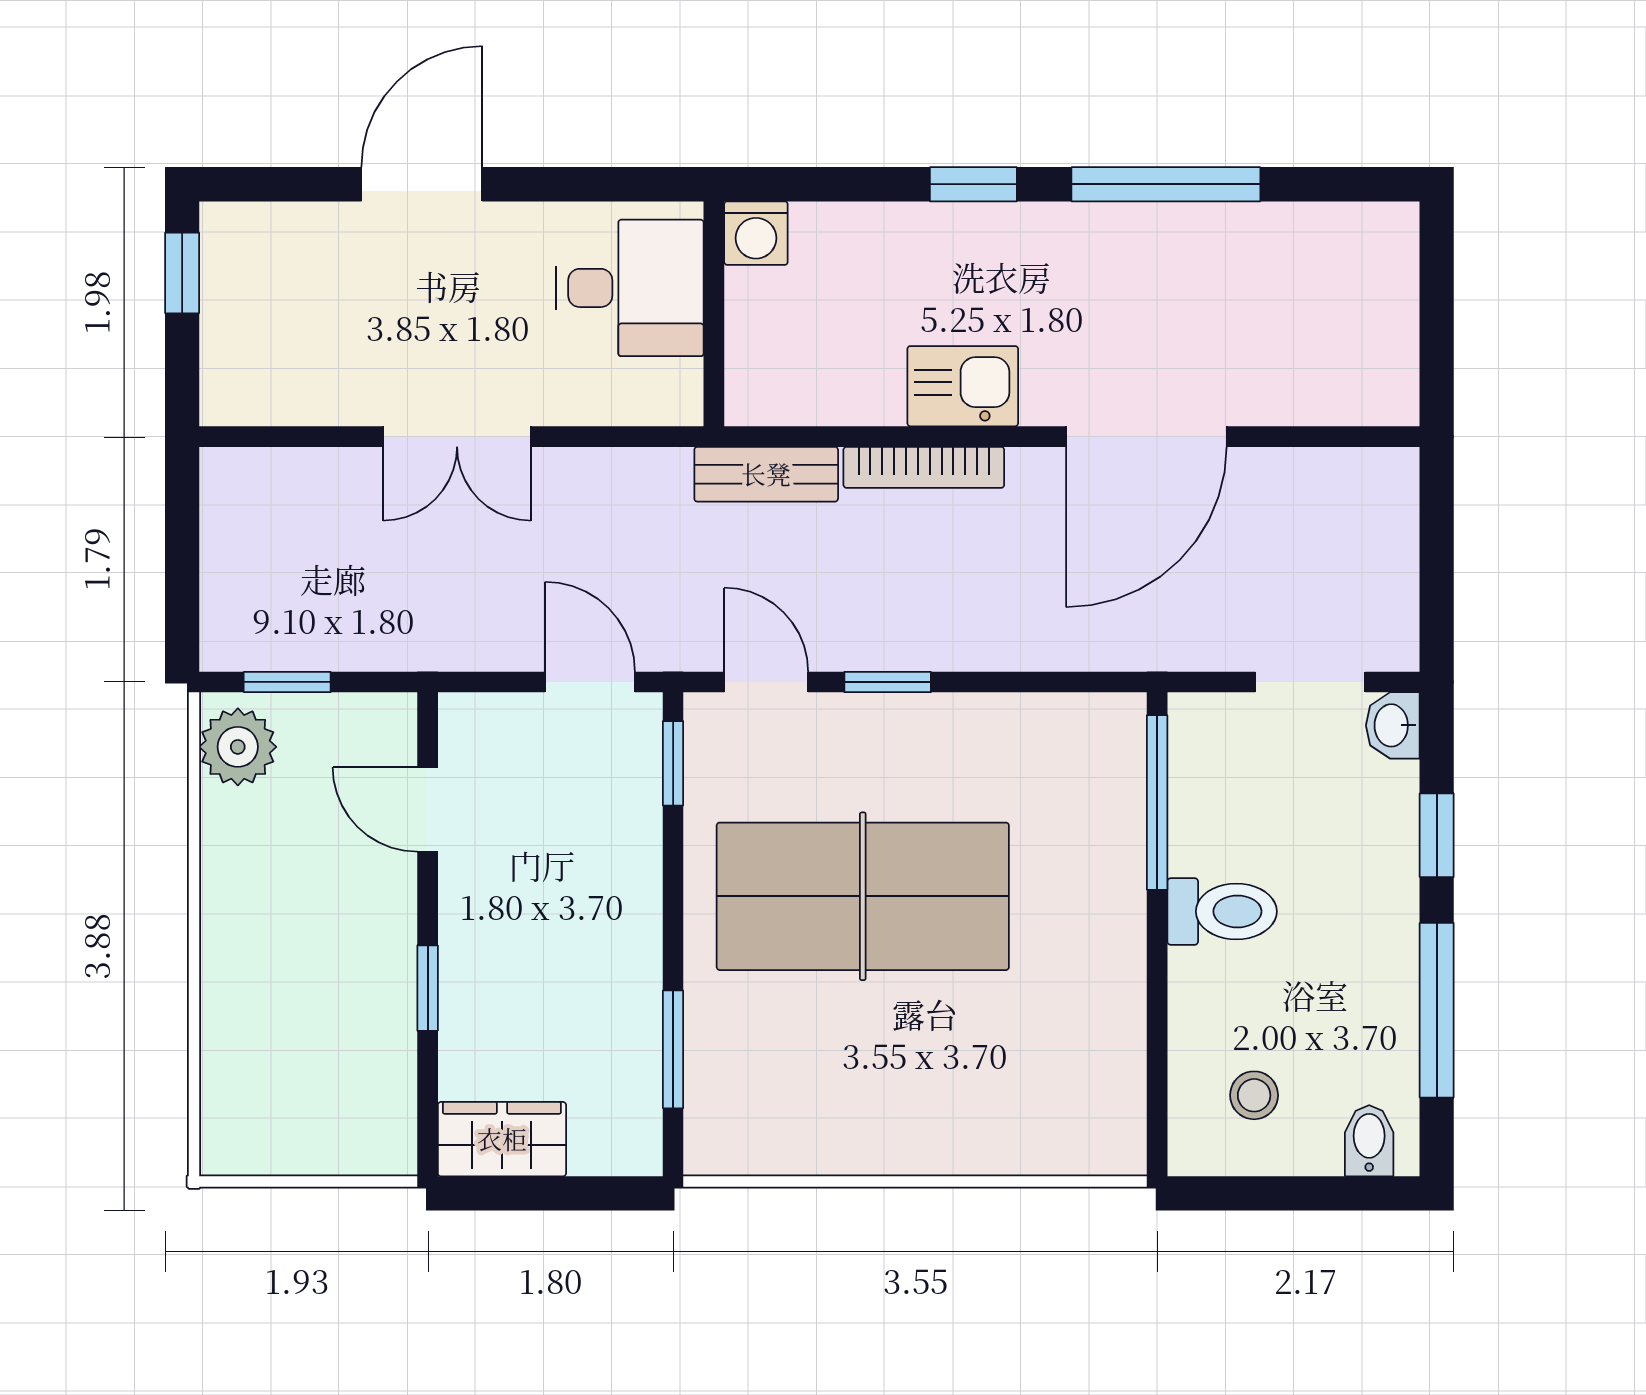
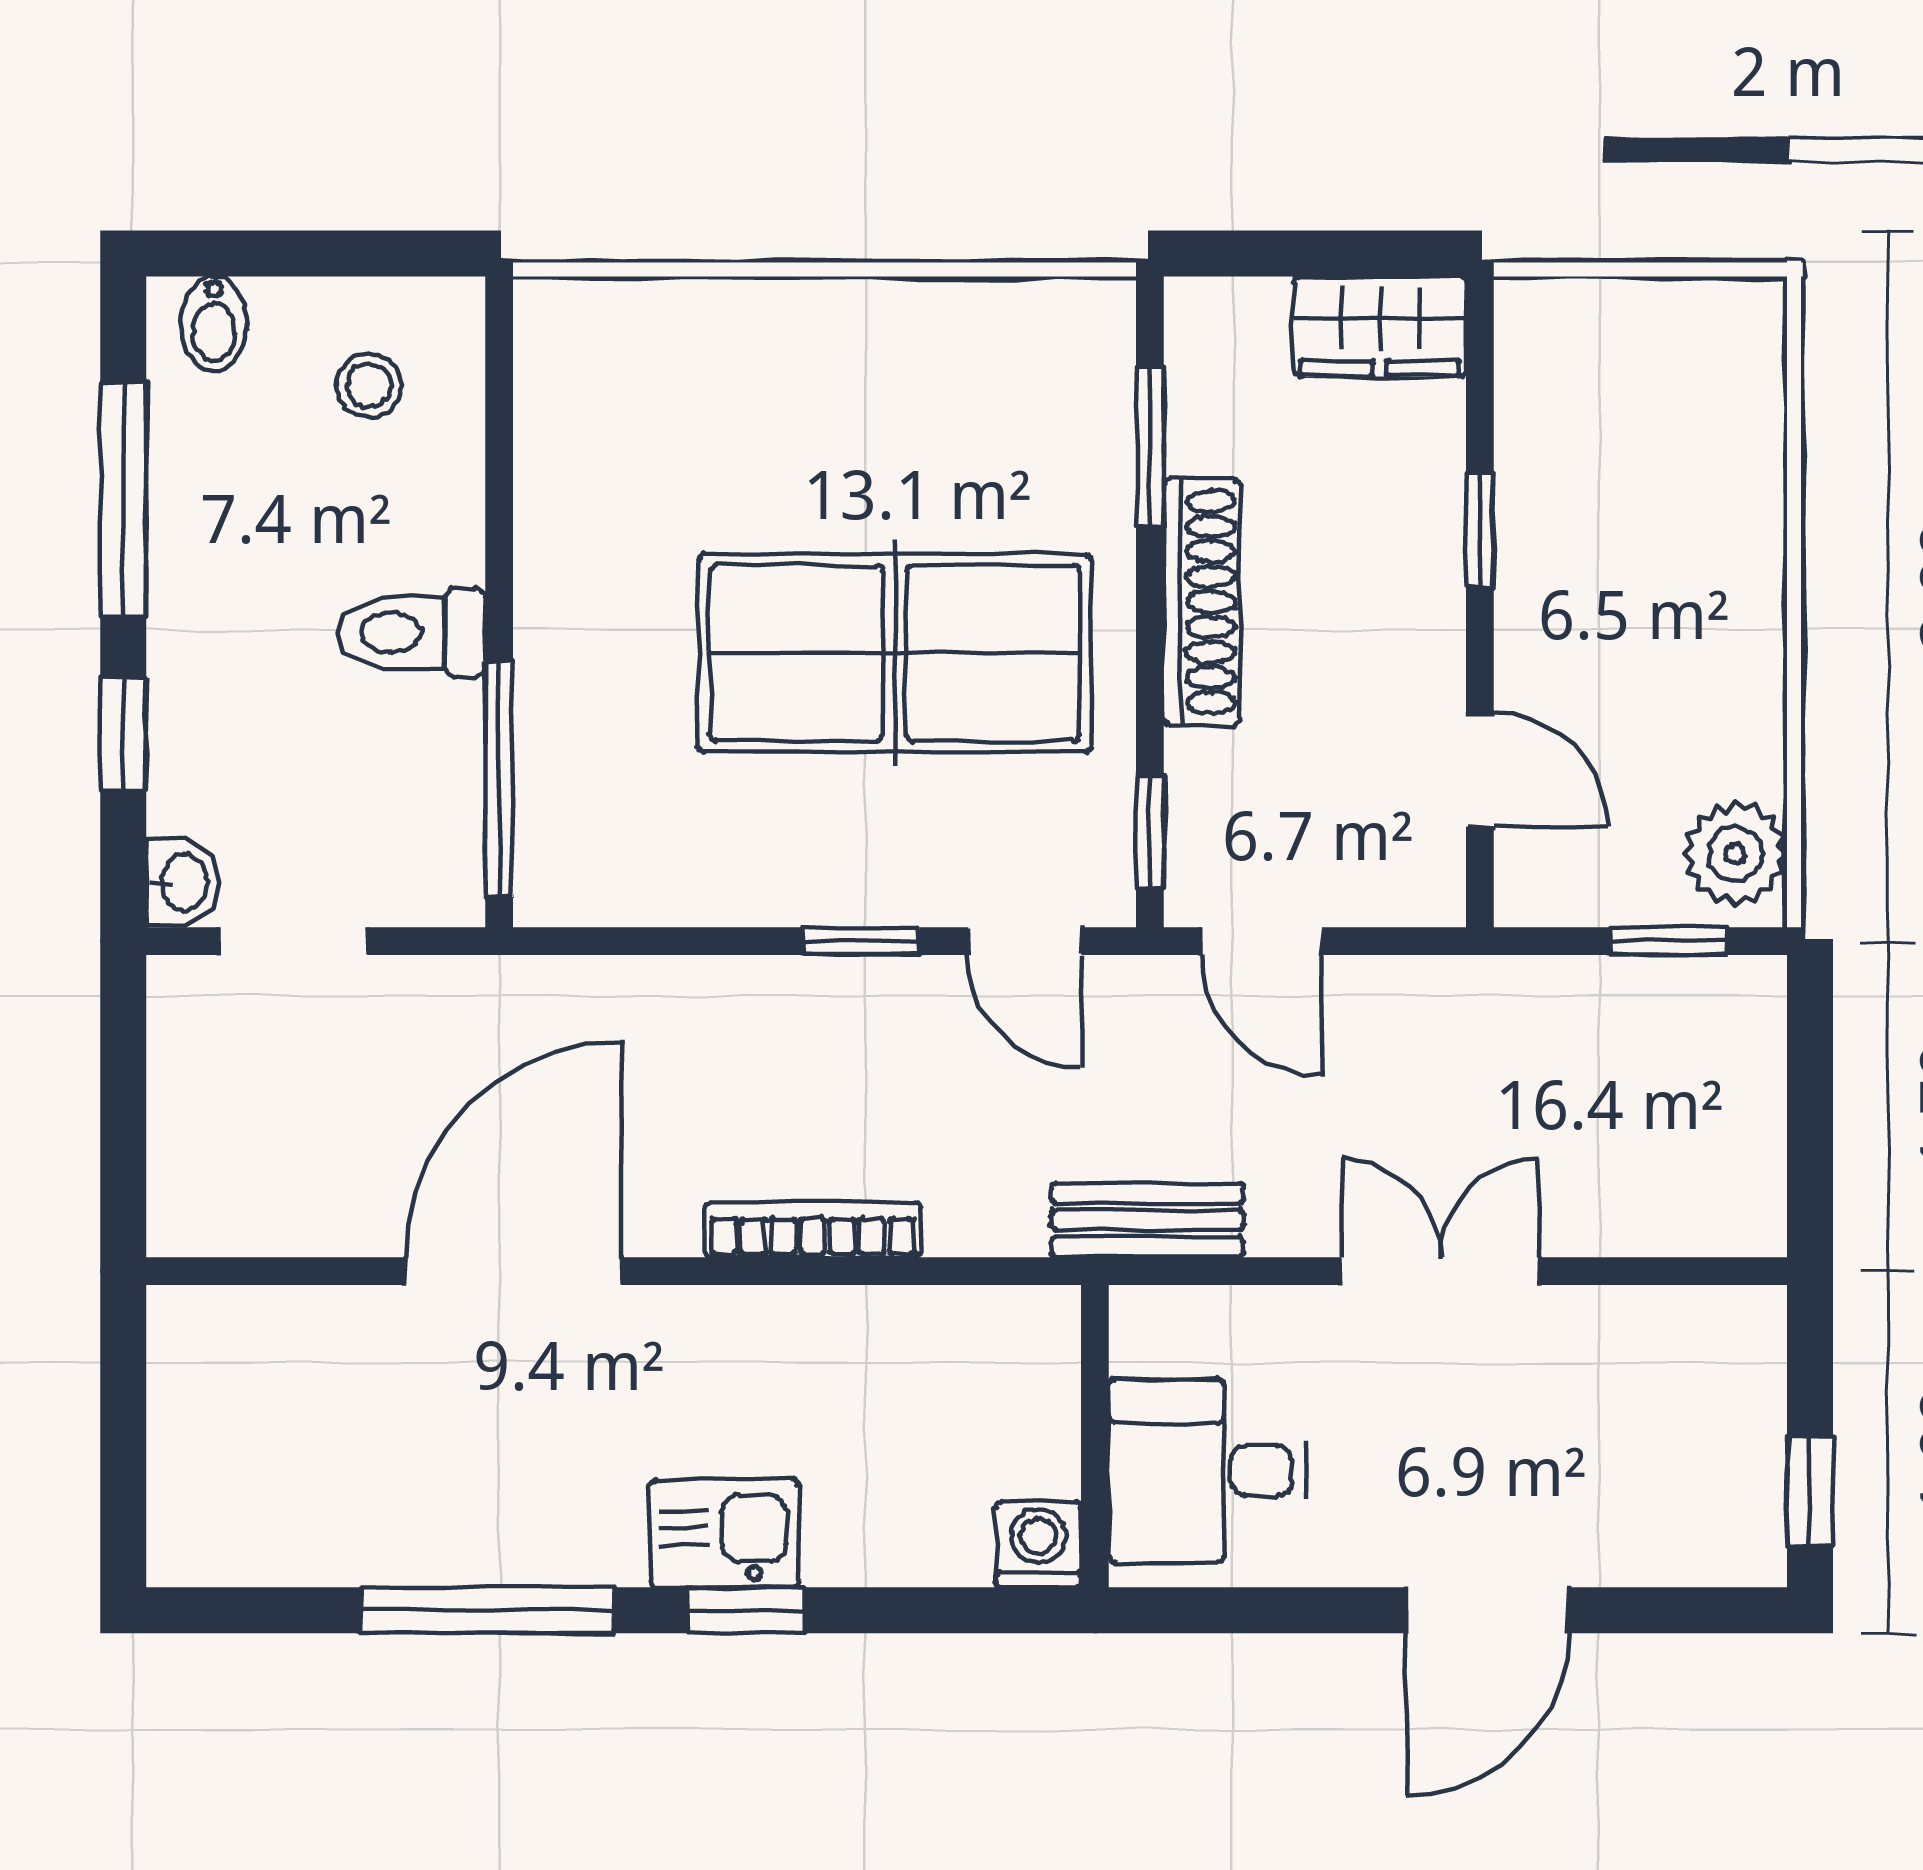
kitchen sink: (963, 386) -> (724, 1533), moved, turned 180
bench: (766, 474) -> (1147, 1220), moved
shoe rack: (634, 934) -> (1202, 602), added

